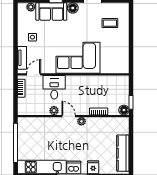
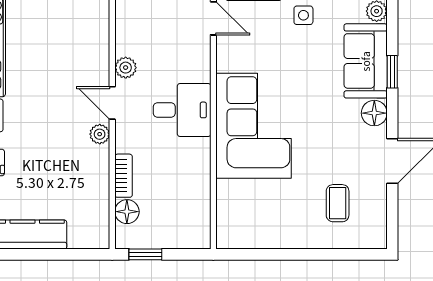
desk: (54, 87) -> (182, 110), moved
floor lamp: (124, 110) -> (127, 212), moved
door: (69, 116) -> (112, 103), swing flipped

